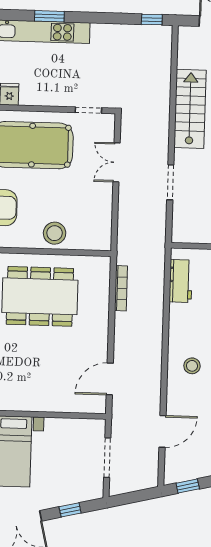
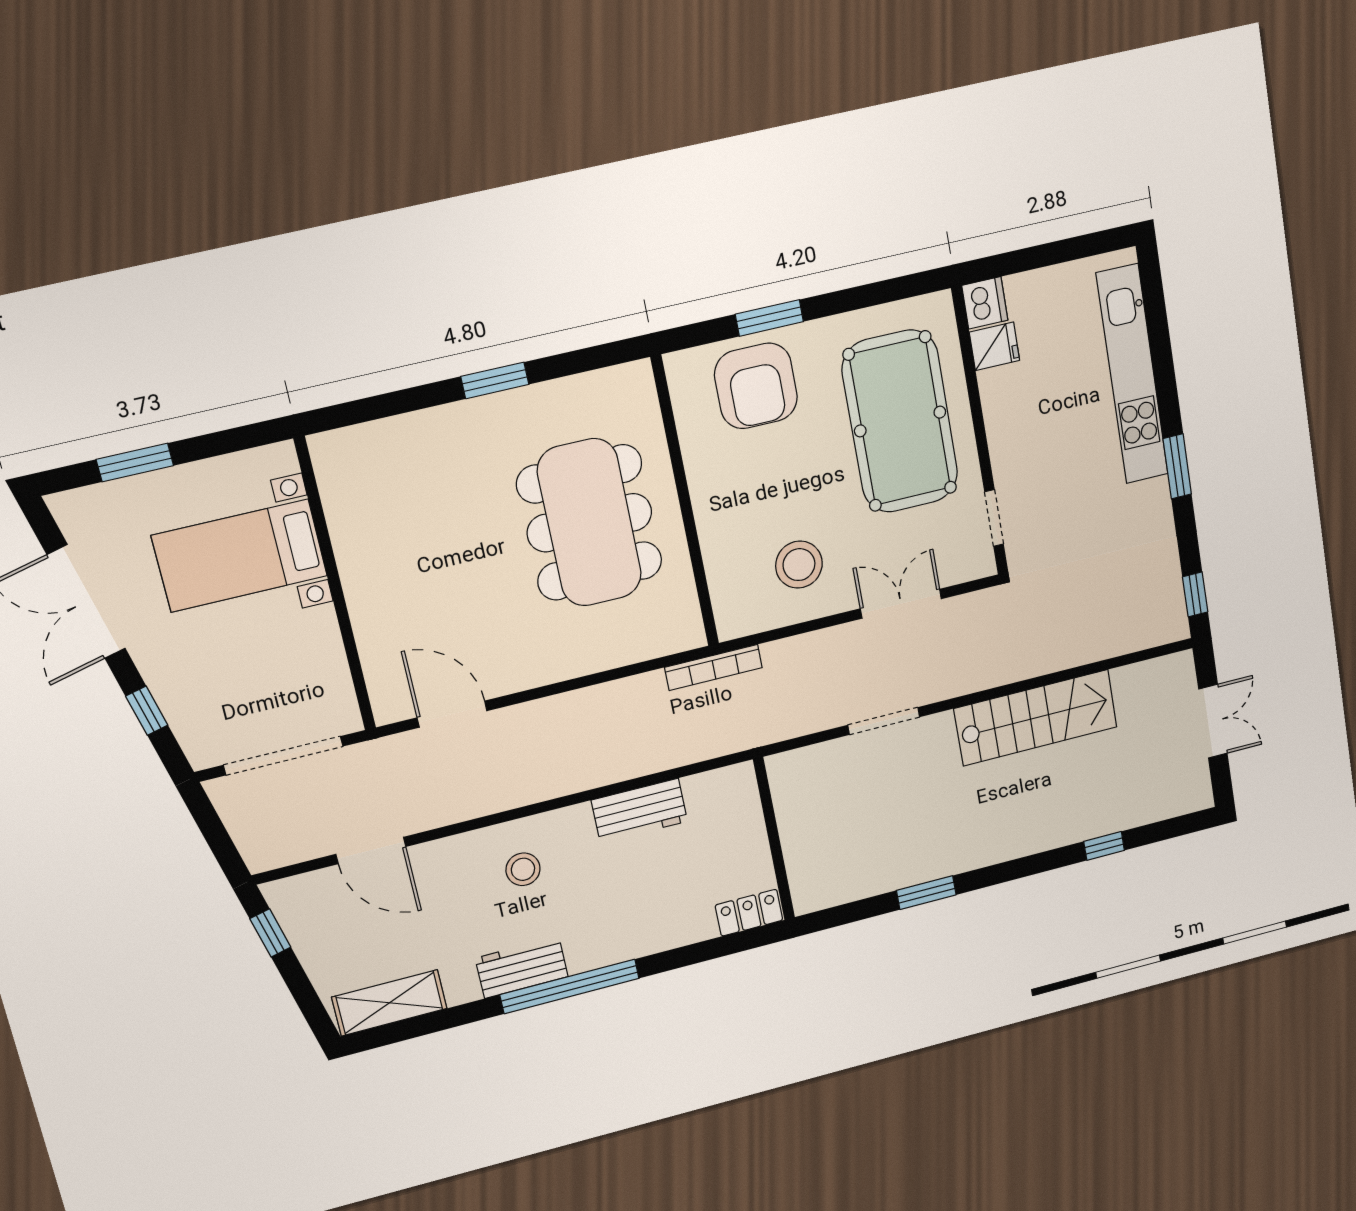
window: (49, 16) -> (1177, 466), moved
stool: (55, 233) -> (799, 565), moved
workbench: (181, 281) -> (639, 811), moved
bookcase: (121, 288) -> (713, 667), moved
doorway: (107, 458) -> (283, 756), width x1.36

